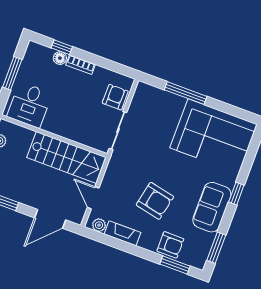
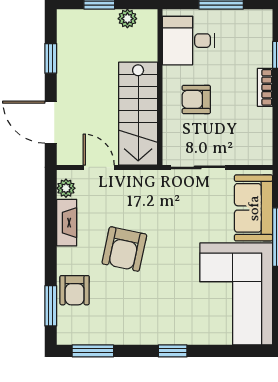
floor lamp: (60, 58) -> (264, 58), removed
armchair: (115, 97) -> (196, 99), moved, turned 180
door: (93, 198) -> (99, 167), hinge flipped
sofa: (212, 207) -> (254, 208), moved, turned -90

